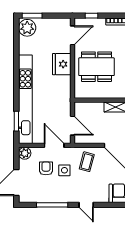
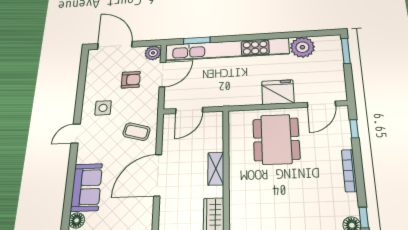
plant: (27, 28) -> (302, 47), moved
door: (72, 35) -> (321, 104), hinge flipped
door: (54, 145) -> (162, 75), moved
side table: (64, 170) -> (103, 108), moved
window: (52, 205) -> (81, 90), removed

